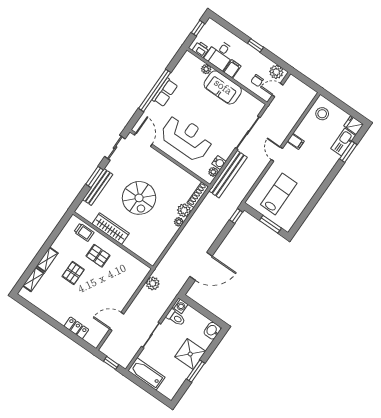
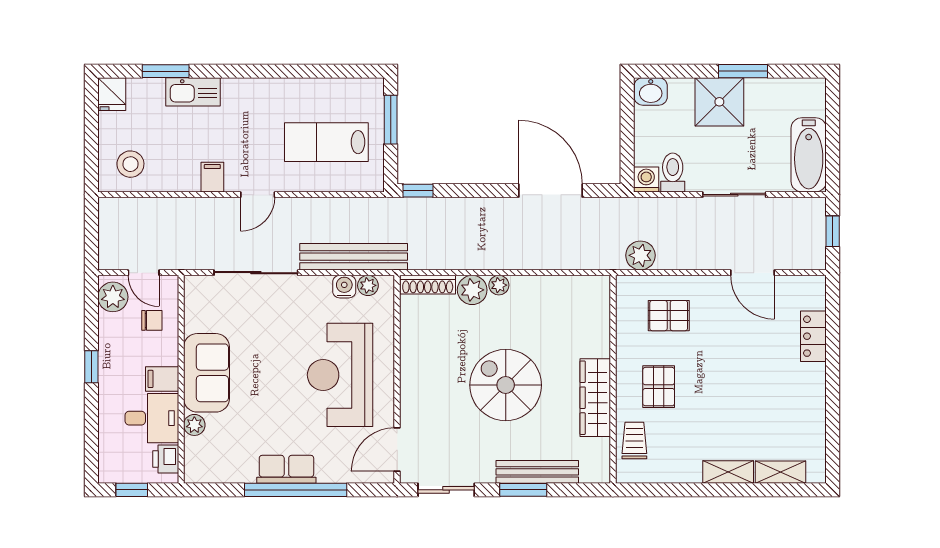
kitchen sink: (343, 142) -> (193, 92), moved
spiral stairs: (139, 198) -> (506, 385), turned -90
pallet: (73, 273) -> (669, 316), moved

